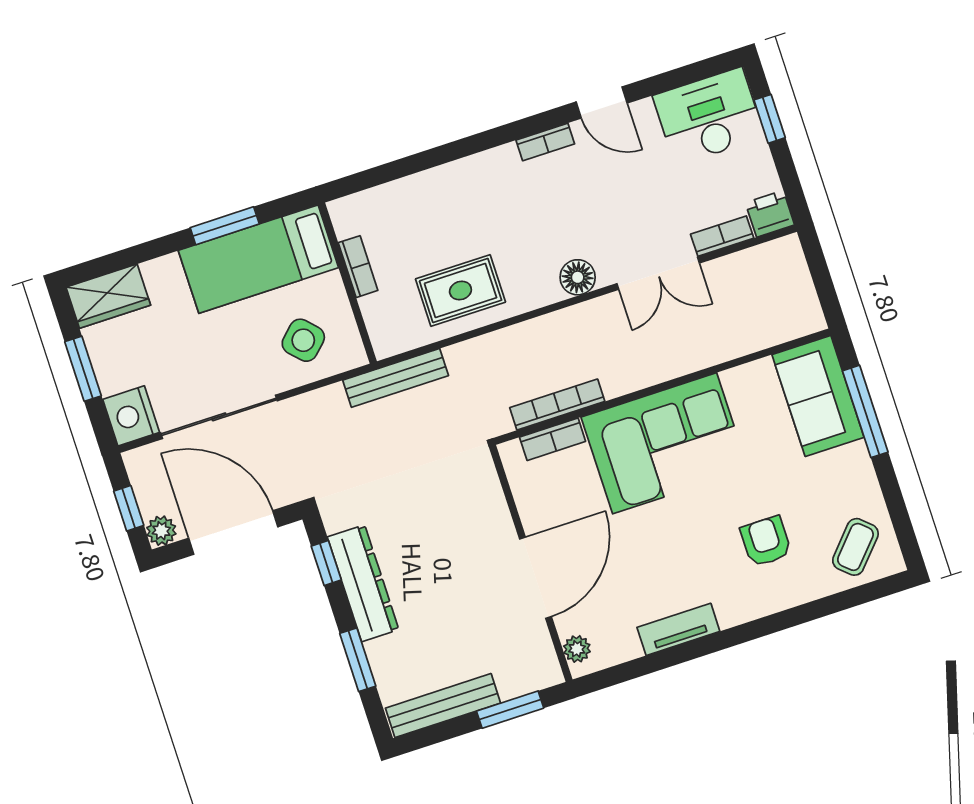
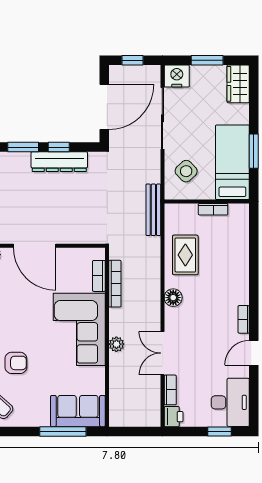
floor lamp: (578, 277) -> (173, 298), moved
plant: (161, 531) -> (116, 344), moved
window: (326, 563) -> (59, 147), moved

